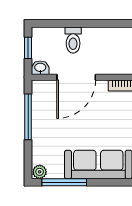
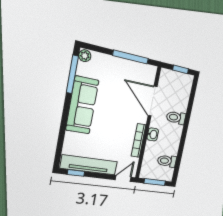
toilet: (73, 40) -> (176, 118), moved
washbasin: (40, 68) -> (153, 134), moved

